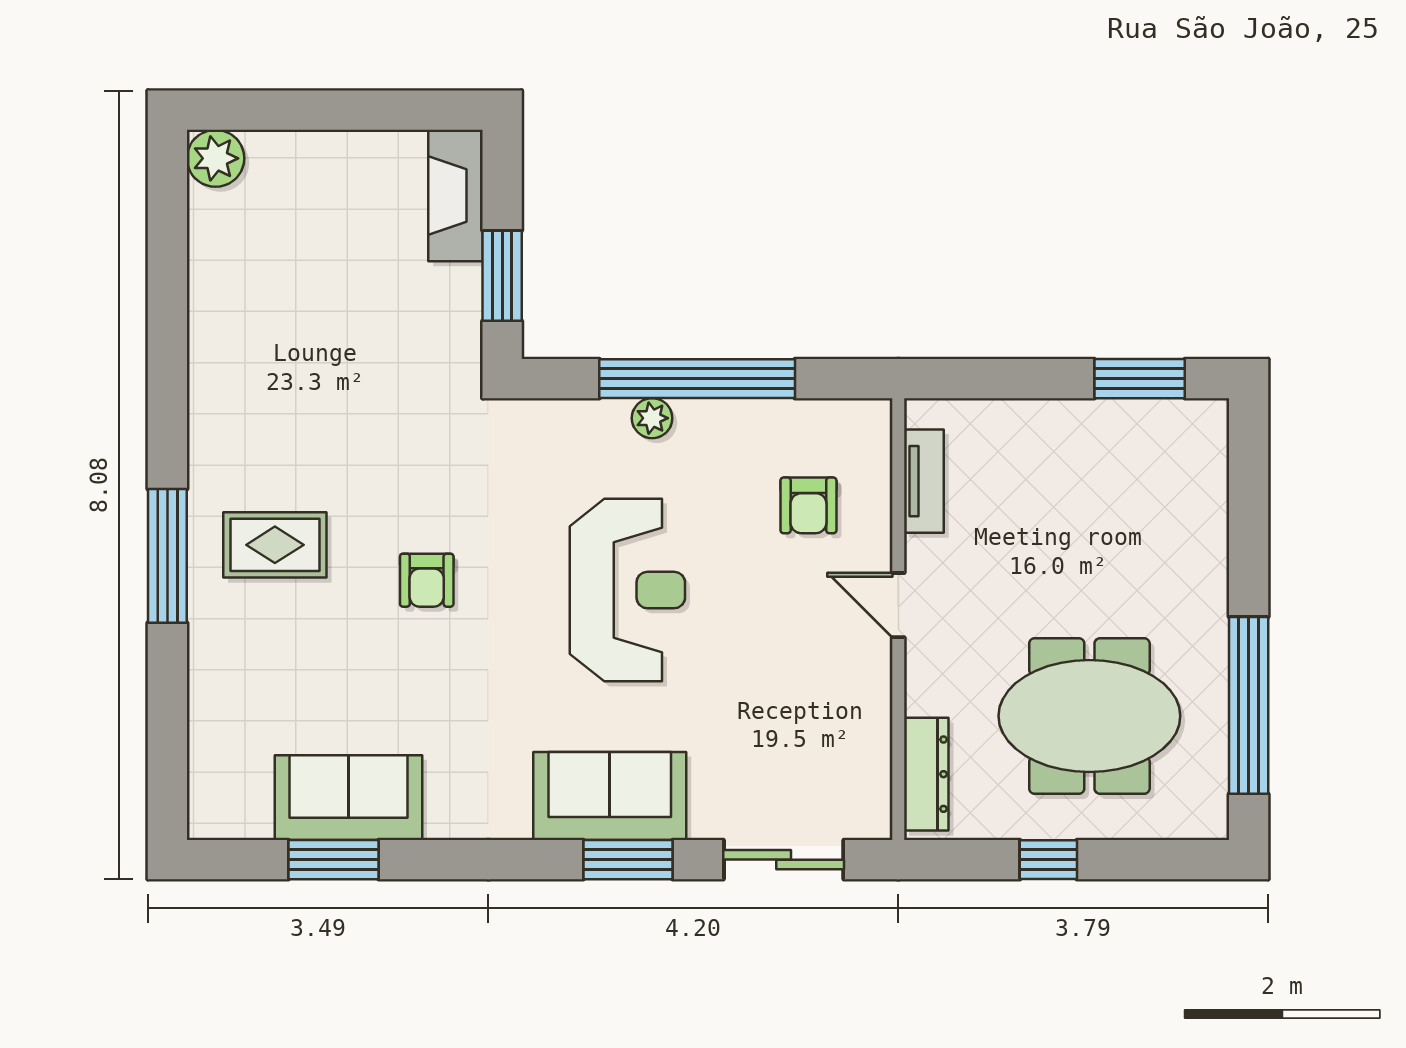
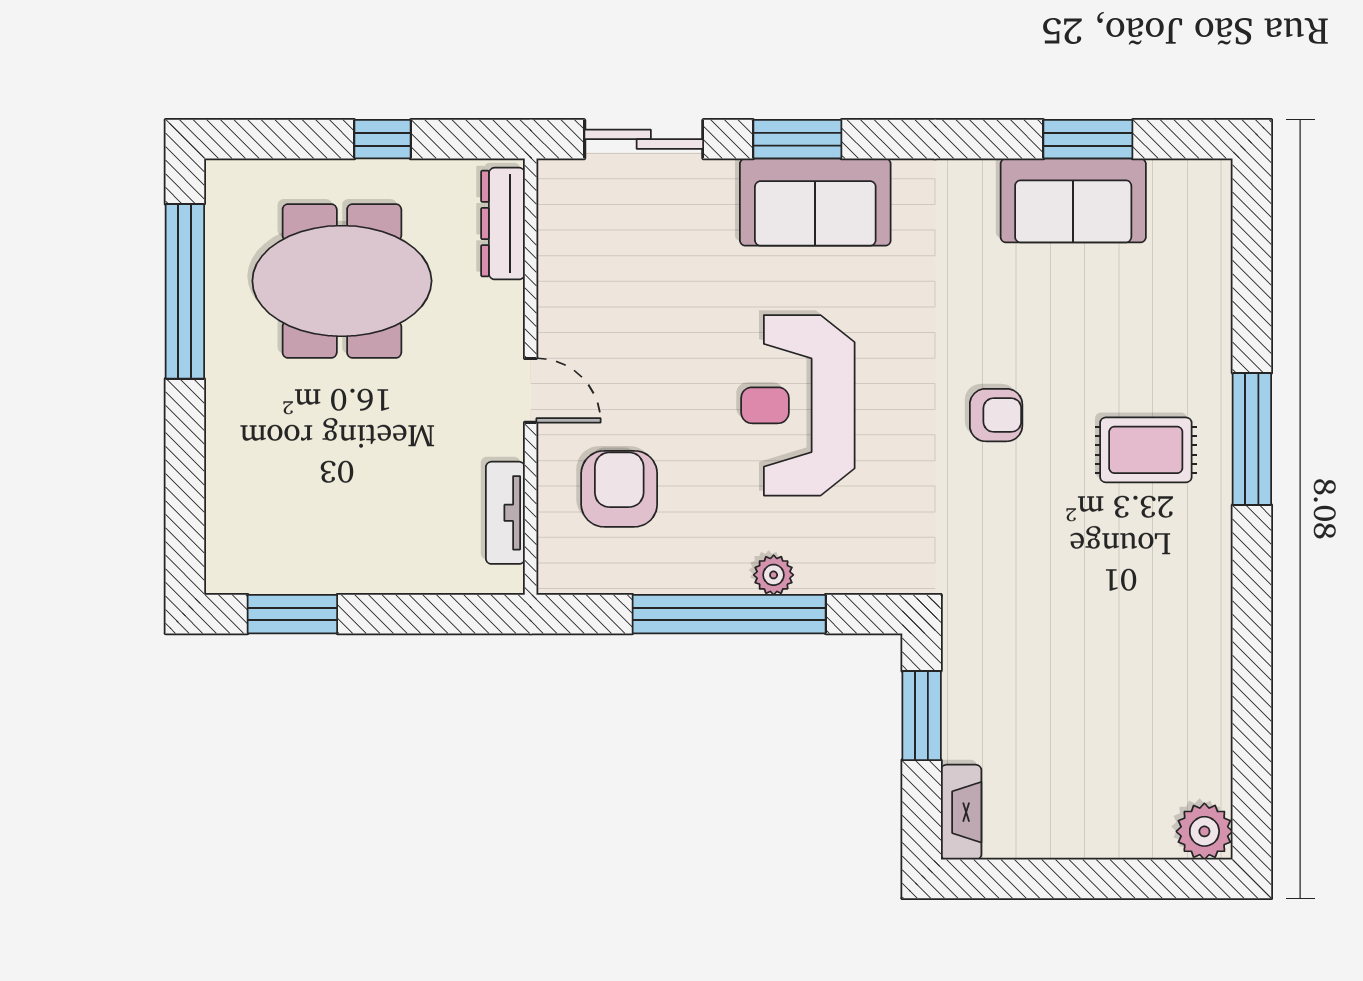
fireplace: (456, 196) -> (961, 812), width x0.73, depth x0.76
armchair: (808, 505) -> (619, 489), width x1.38, depth x1.38
armchair: (427, 580) -> (996, 415), turned 90

